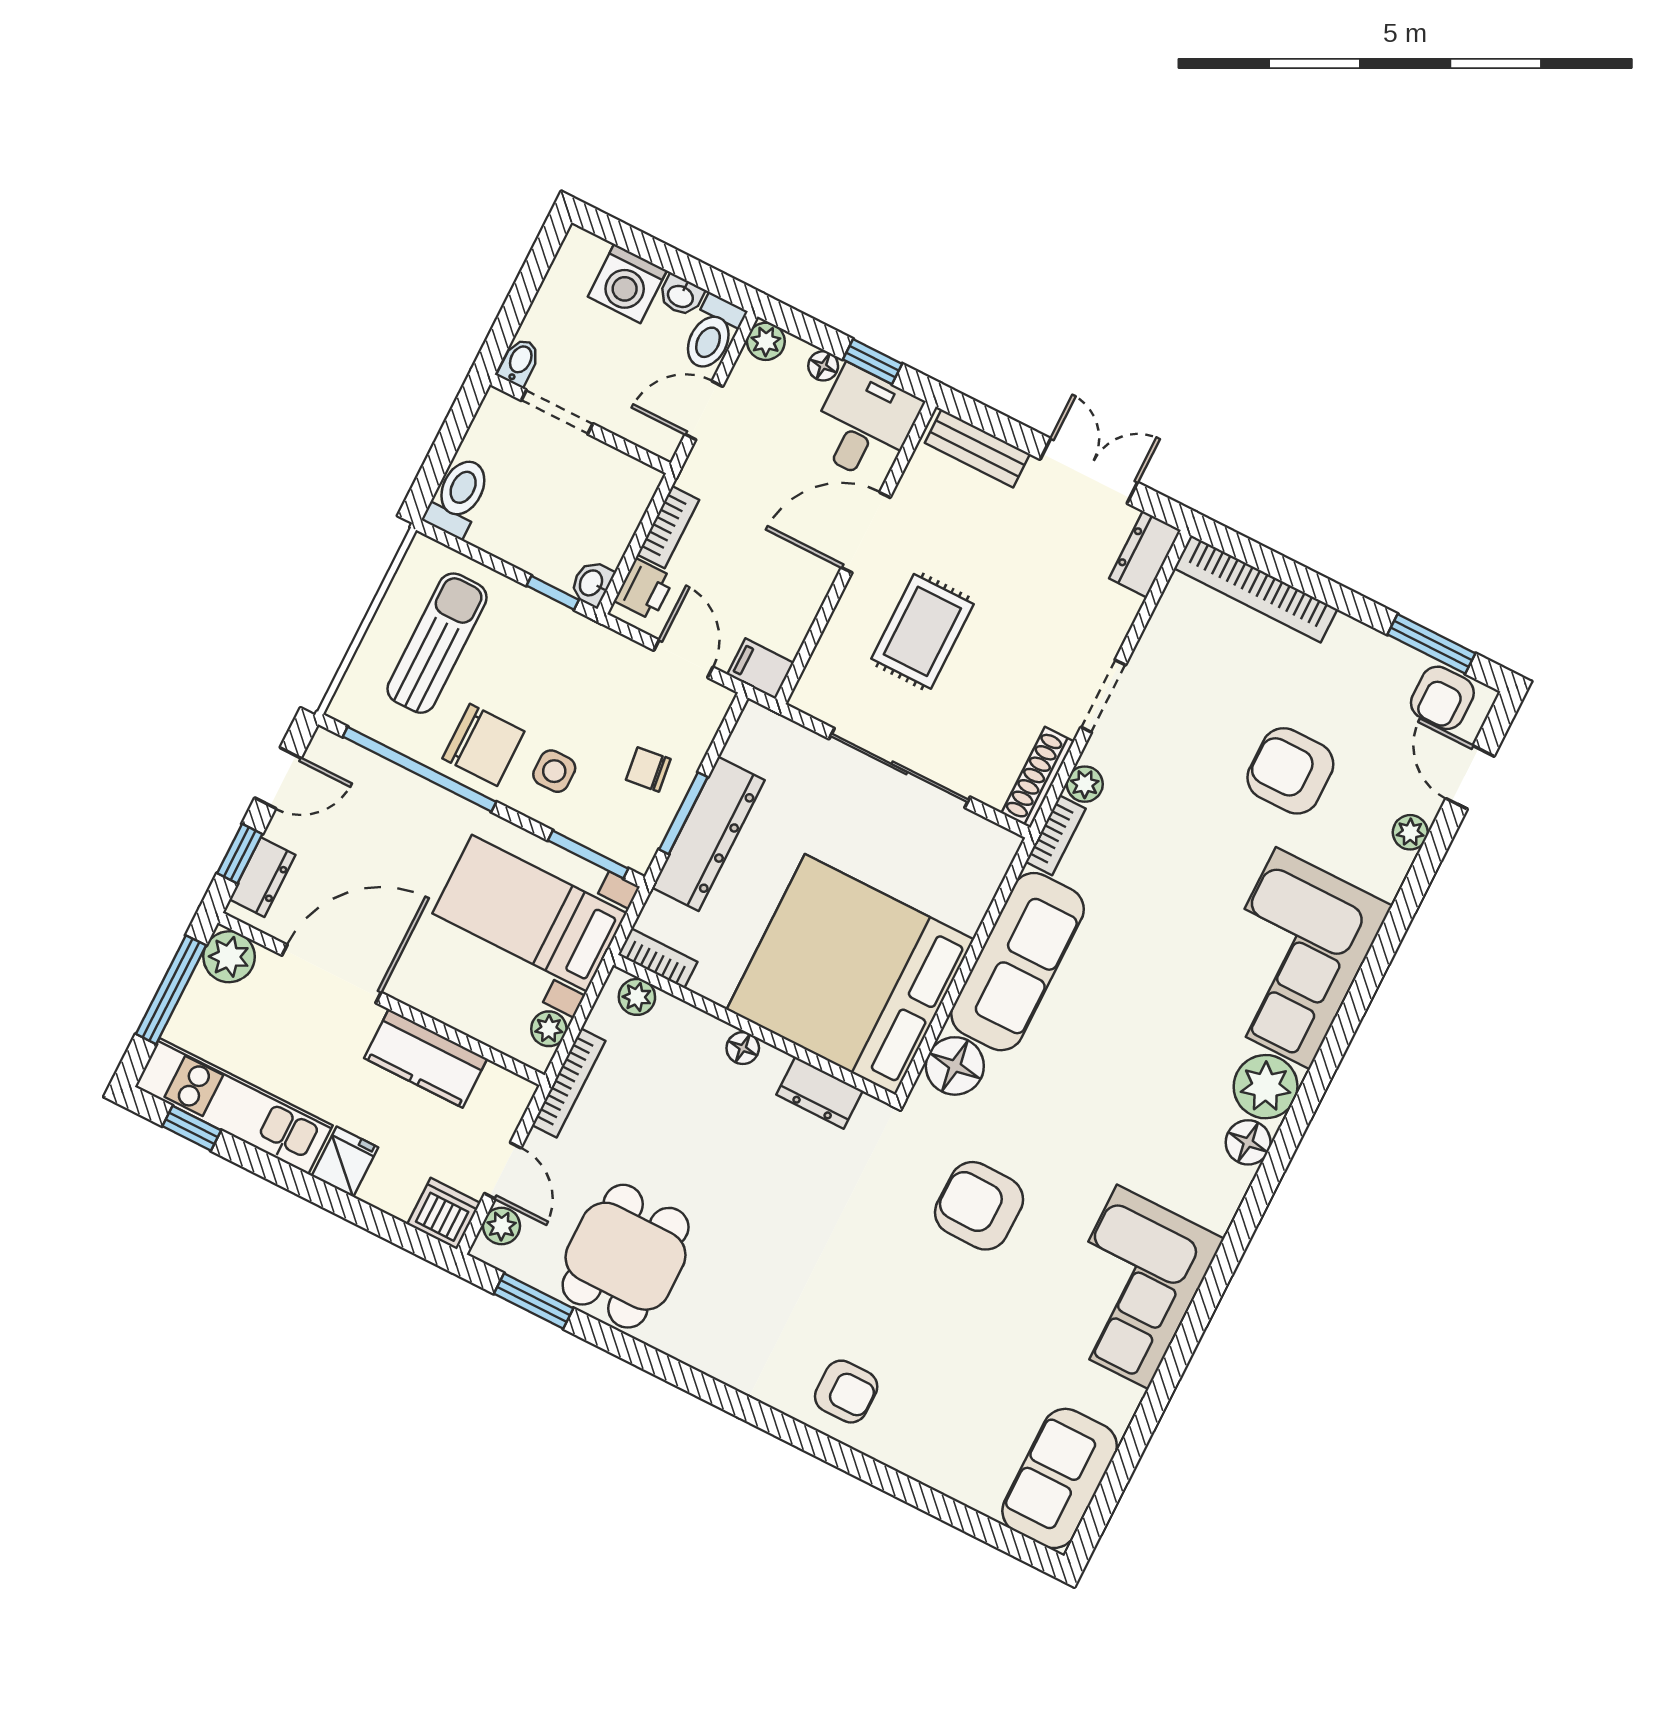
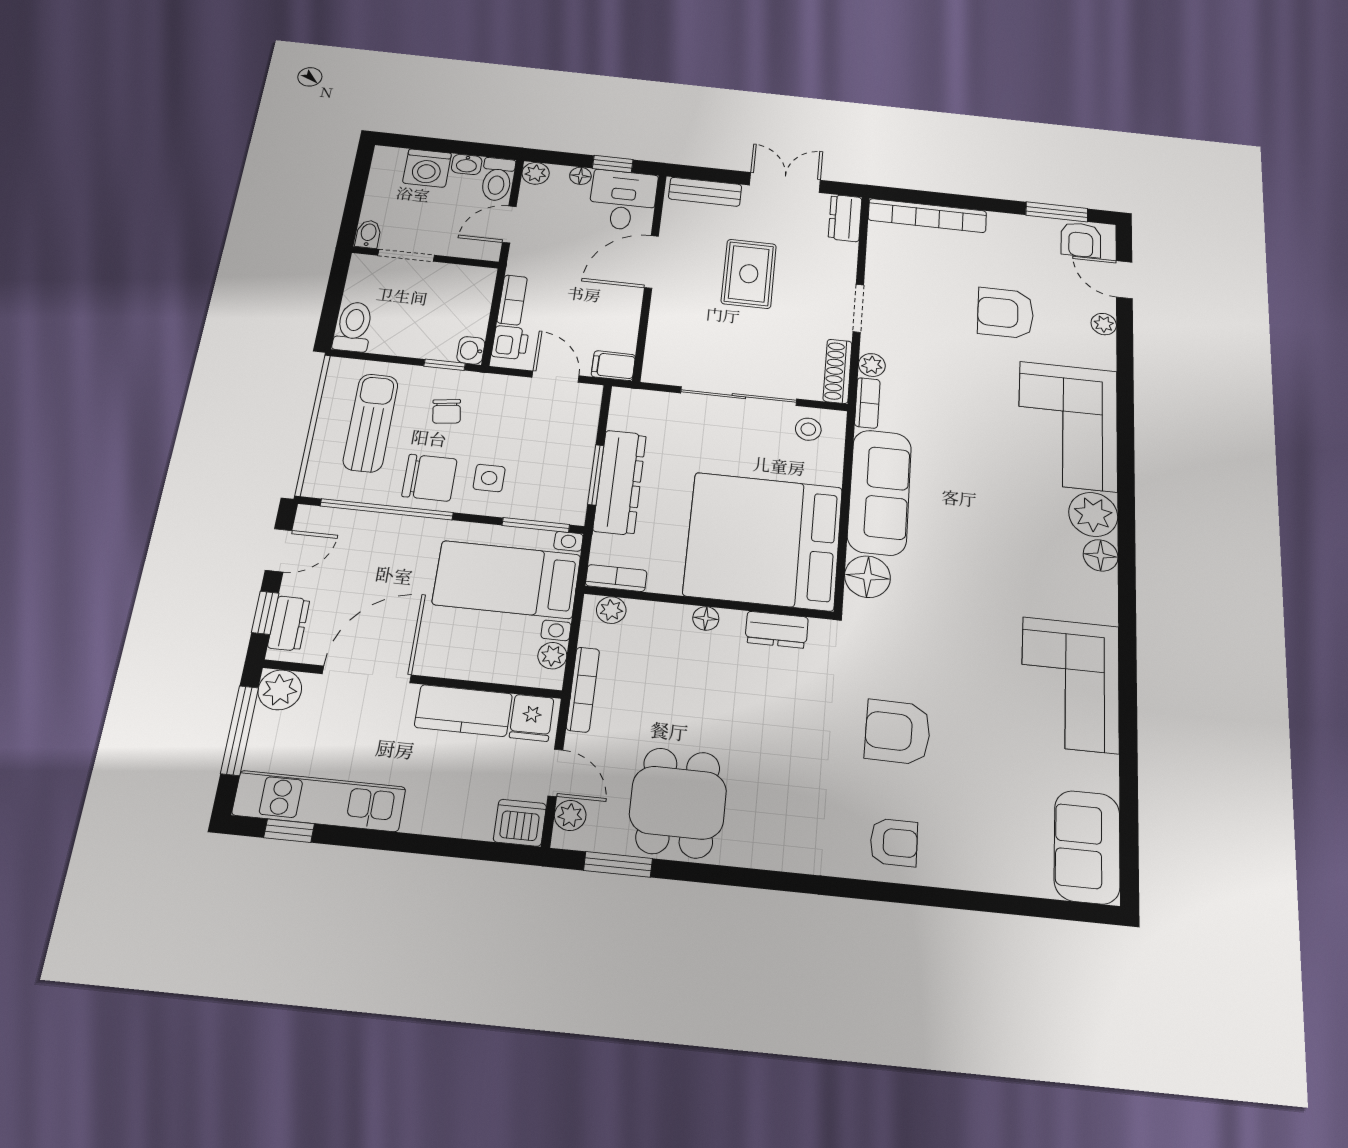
rug: (922, 631) -> (749, 274), moved
chair: (648, 769) -> (447, 411), moved, turned -91
stool: (967, 845) -> (808, 429), added
fridge: (345, 1162) -> (532, 718), moved, turned 180
armchair: (979, 1206) -> (898, 732), moved

